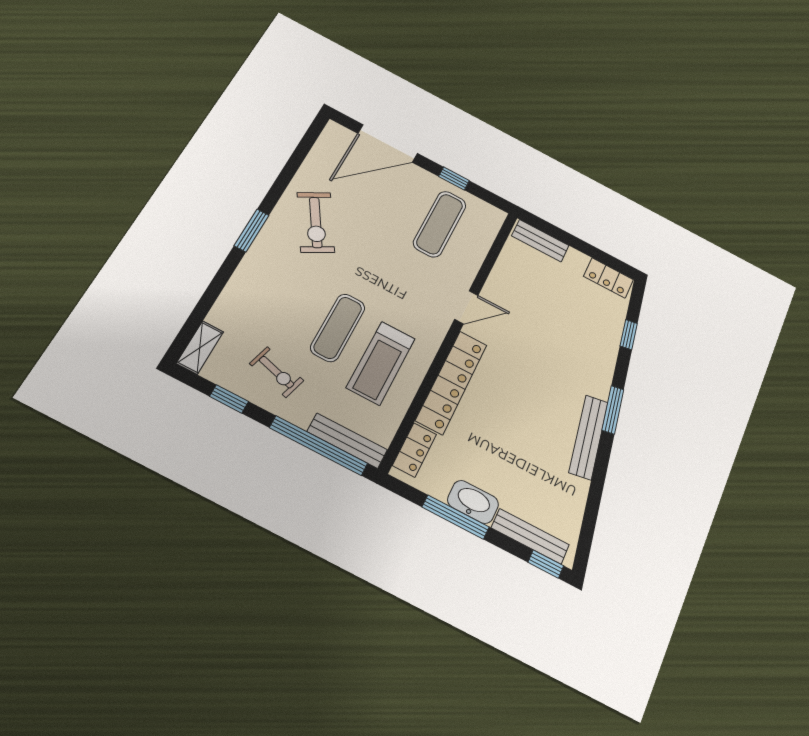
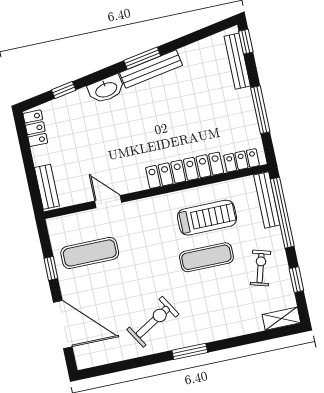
door: (466, 307) -> (108, 202), moved
window: (613, 410) -> (142, 58), moved
washbasin: (473, 502) -> (106, 89), moved, turned -100

